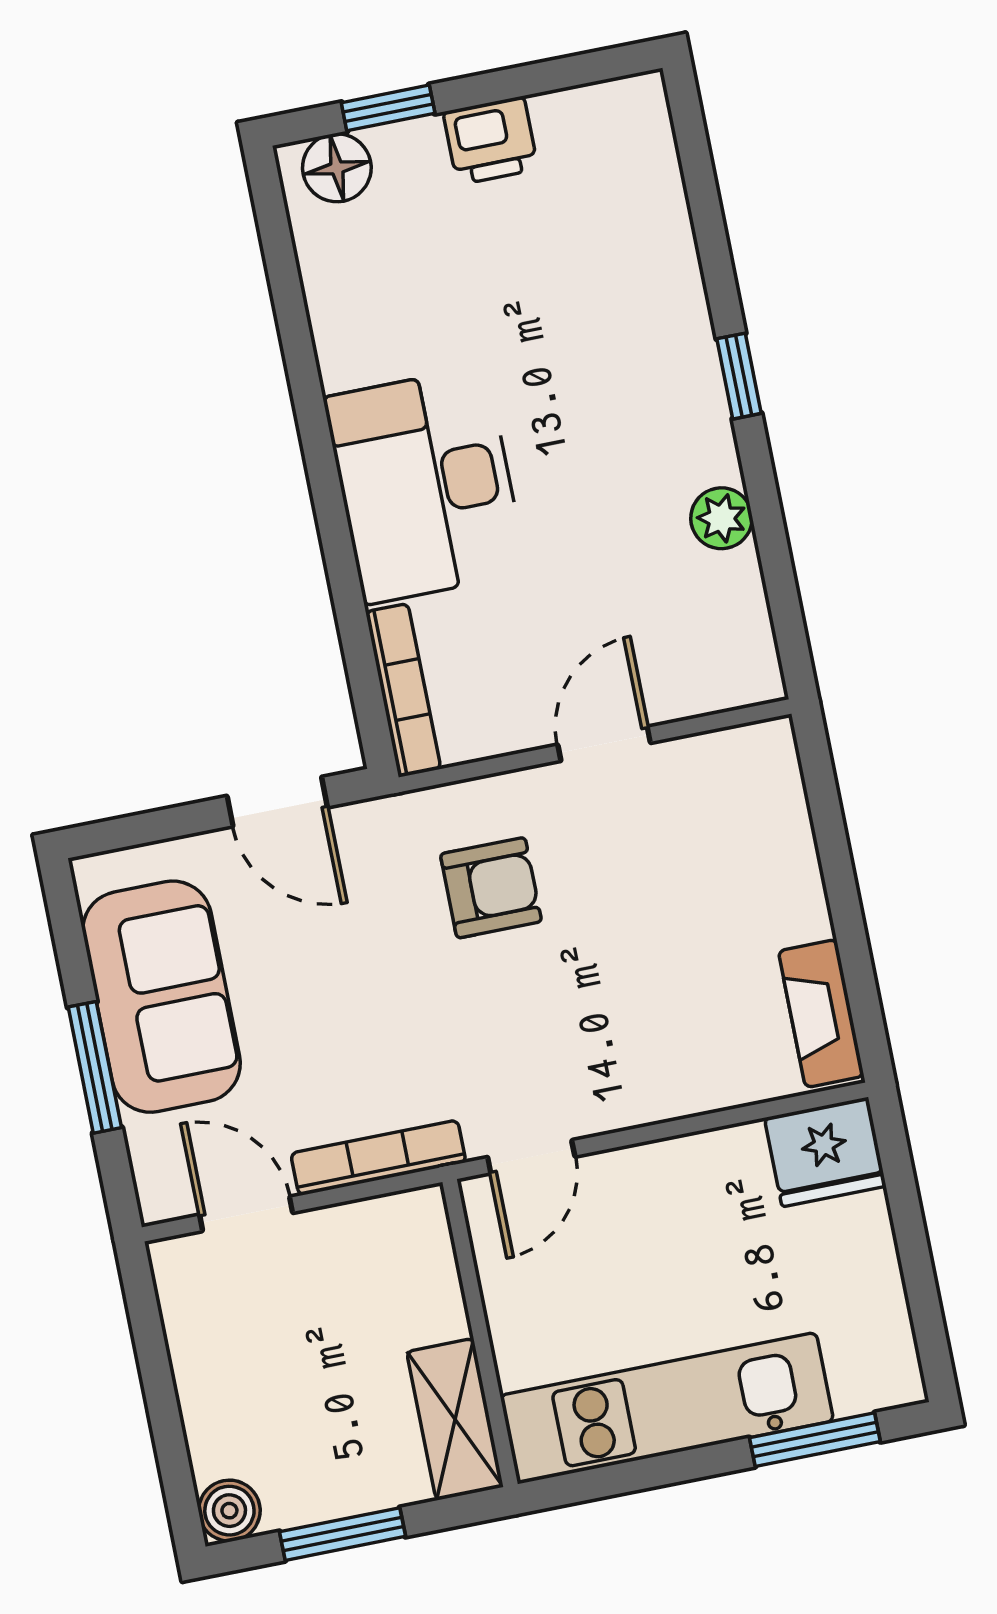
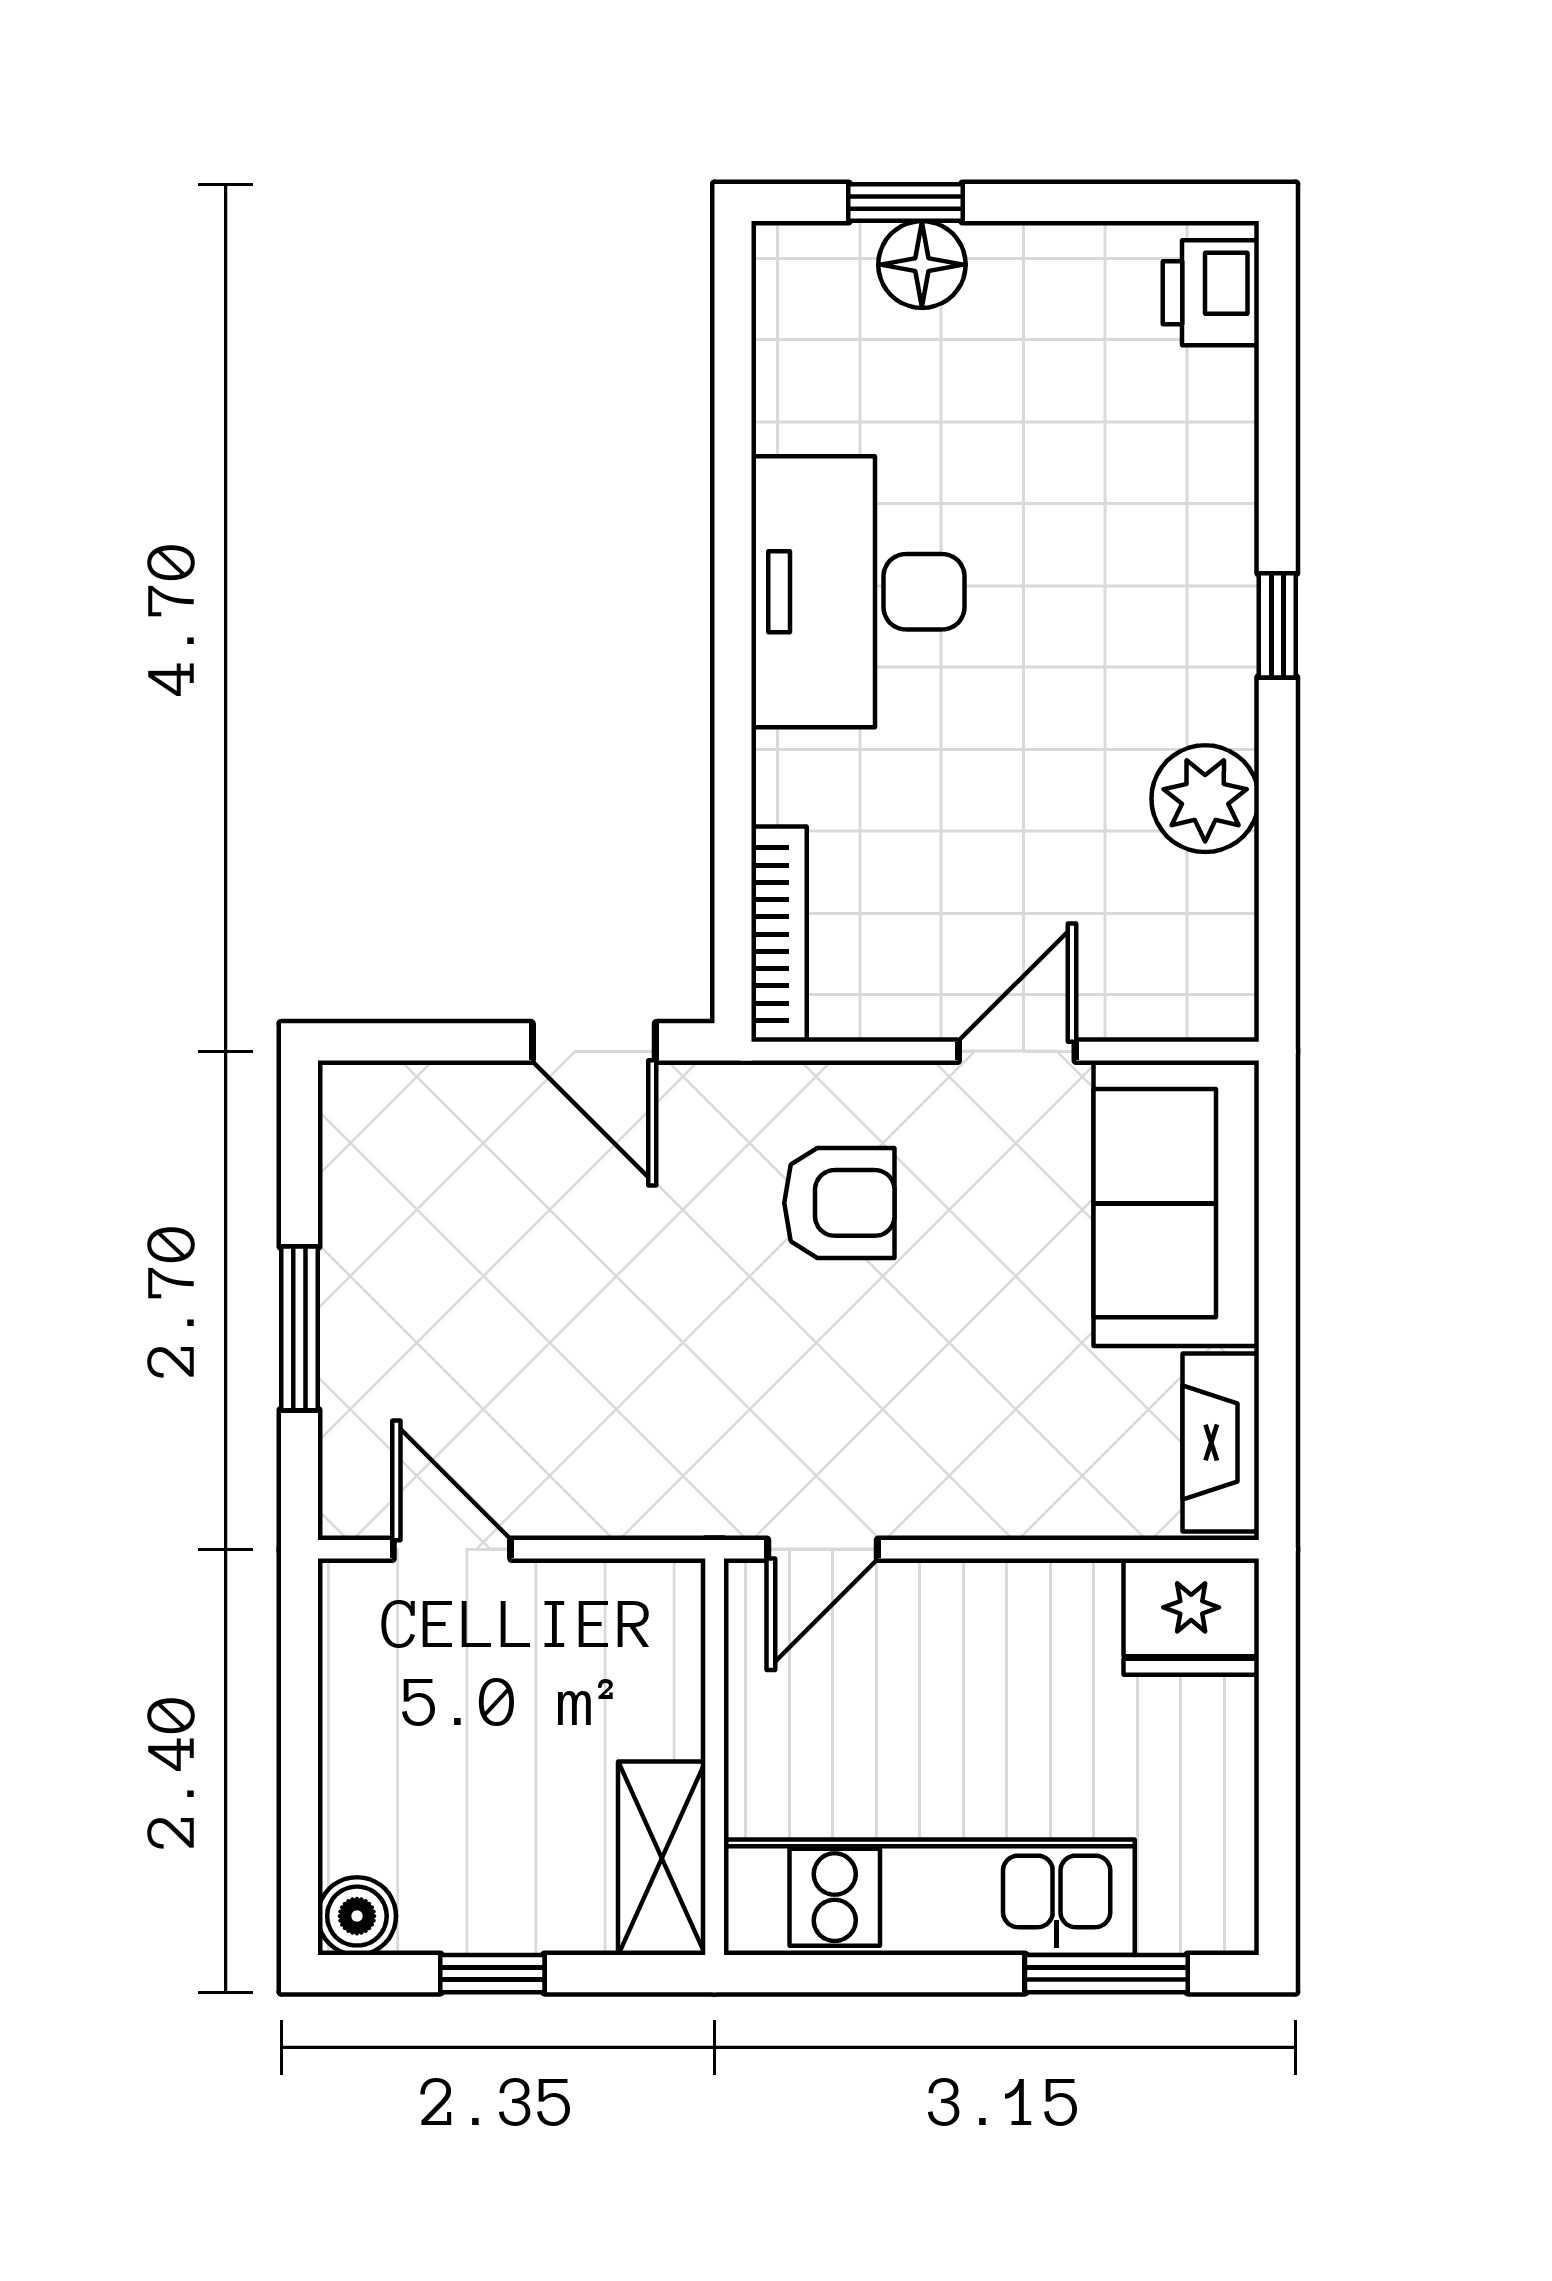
printer: (491, 141) -> (1211, 293), moved, turned 90
floor lamp: (337, 168) -> (922, 265), moved
desk: (425, 485) -> (858, 592), moved
plant: (721, 518) -> (1205, 799), width x1.38, depth x1.38
sofa: (162, 997) -> (1176, 1203), moved, turned 180
bookcase: (378, 1158) -> (631, 1512), removed
window: (342, 1534) -> (492, 1974), width x0.67

